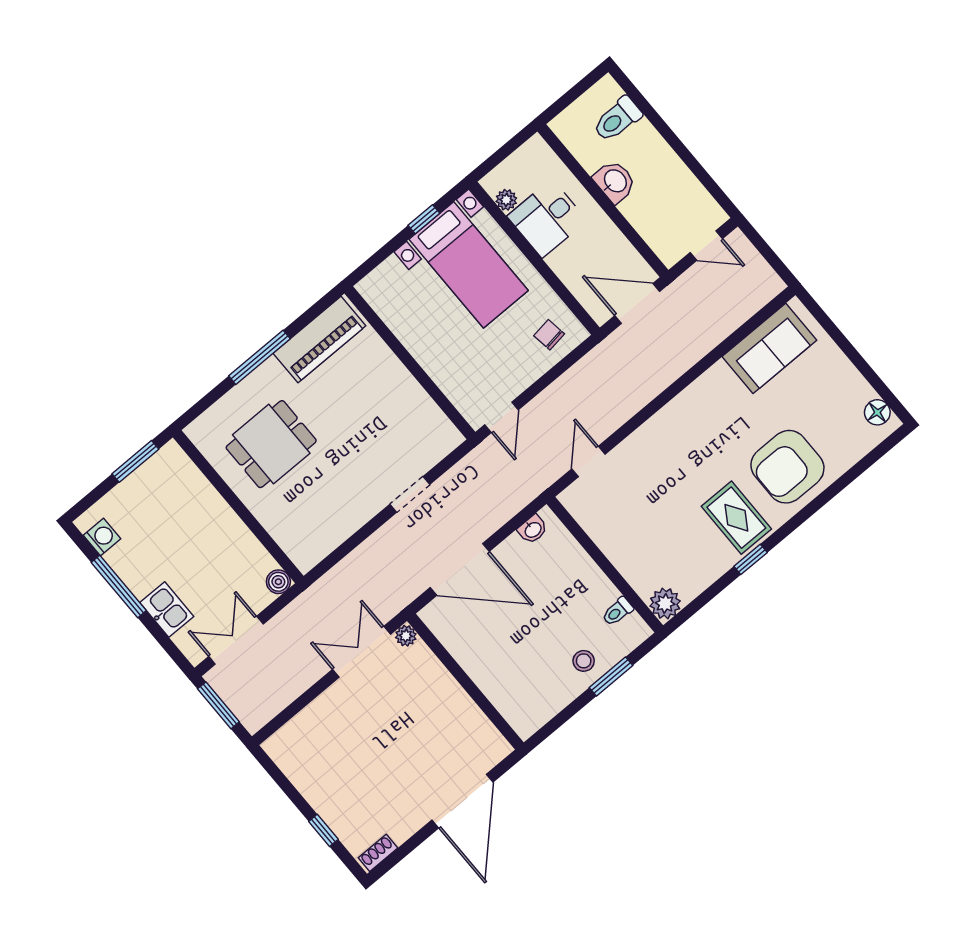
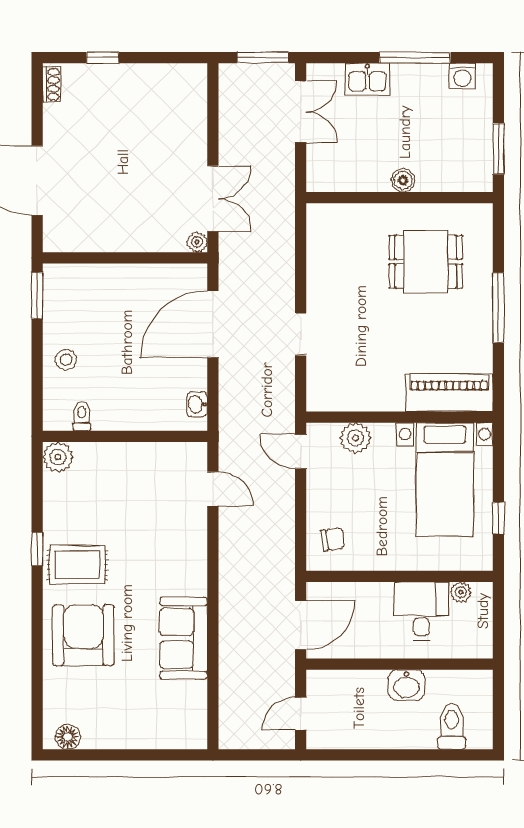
bed with nightstands: (469, 265) -> (445, 479), moved, turned -90
piano: (319, 339) -> (449, 393), moved, turned 90
sofa: (769, 348) -> (184, 638), moved
plant: (455, 383) -> (355, 438), added
dining table: (271, 444) -> (426, 262), turned 90
boiler: (278, 582) -> (403, 180), moved
window: (611, 676) -> (37, 296), moved

